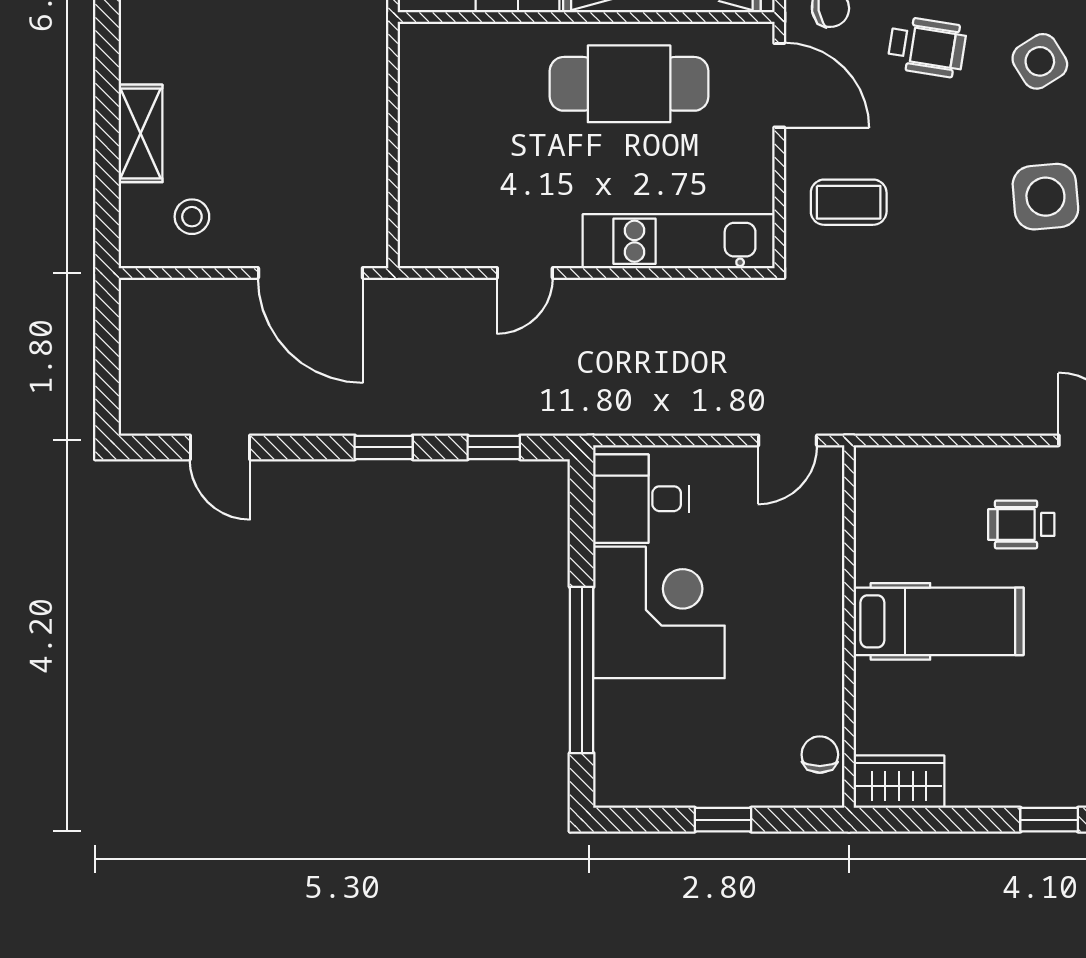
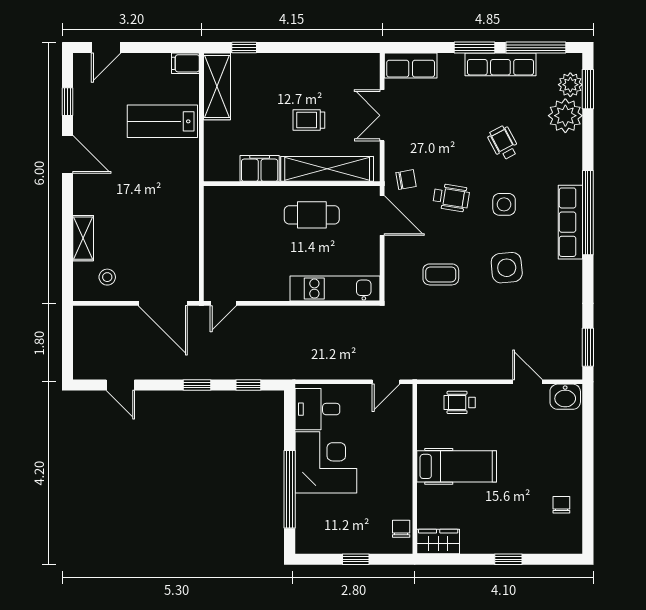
side table: (1040, 61) -> (504, 204), turned 32
cafe table: (629, 84) -> (312, 215), width x0.73, depth x0.74
coffee table: (849, 202) -> (441, 274), moved
door: (525, 273) -> (223, 303), moved
wheelchair: (1021, 524) -> (460, 402), moved

